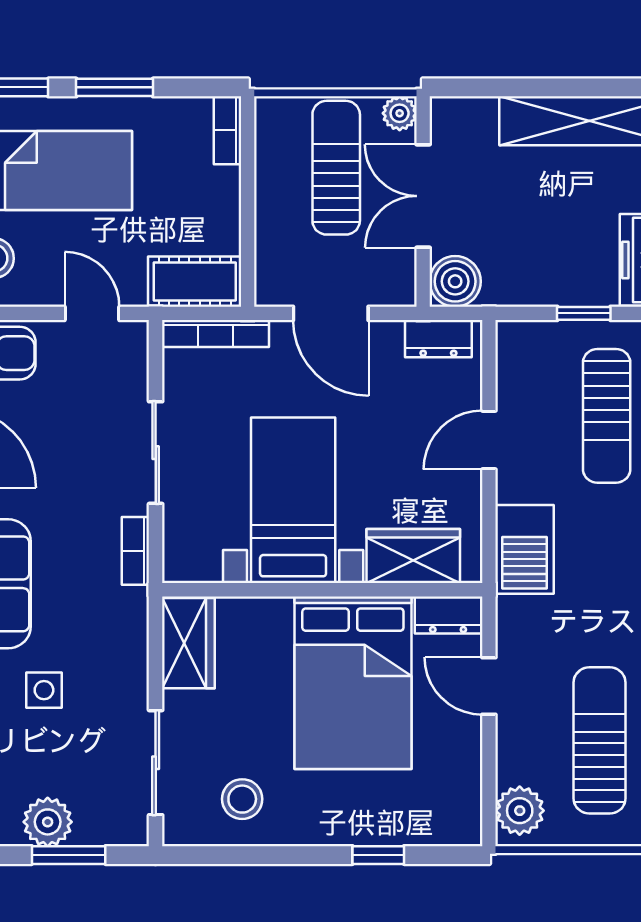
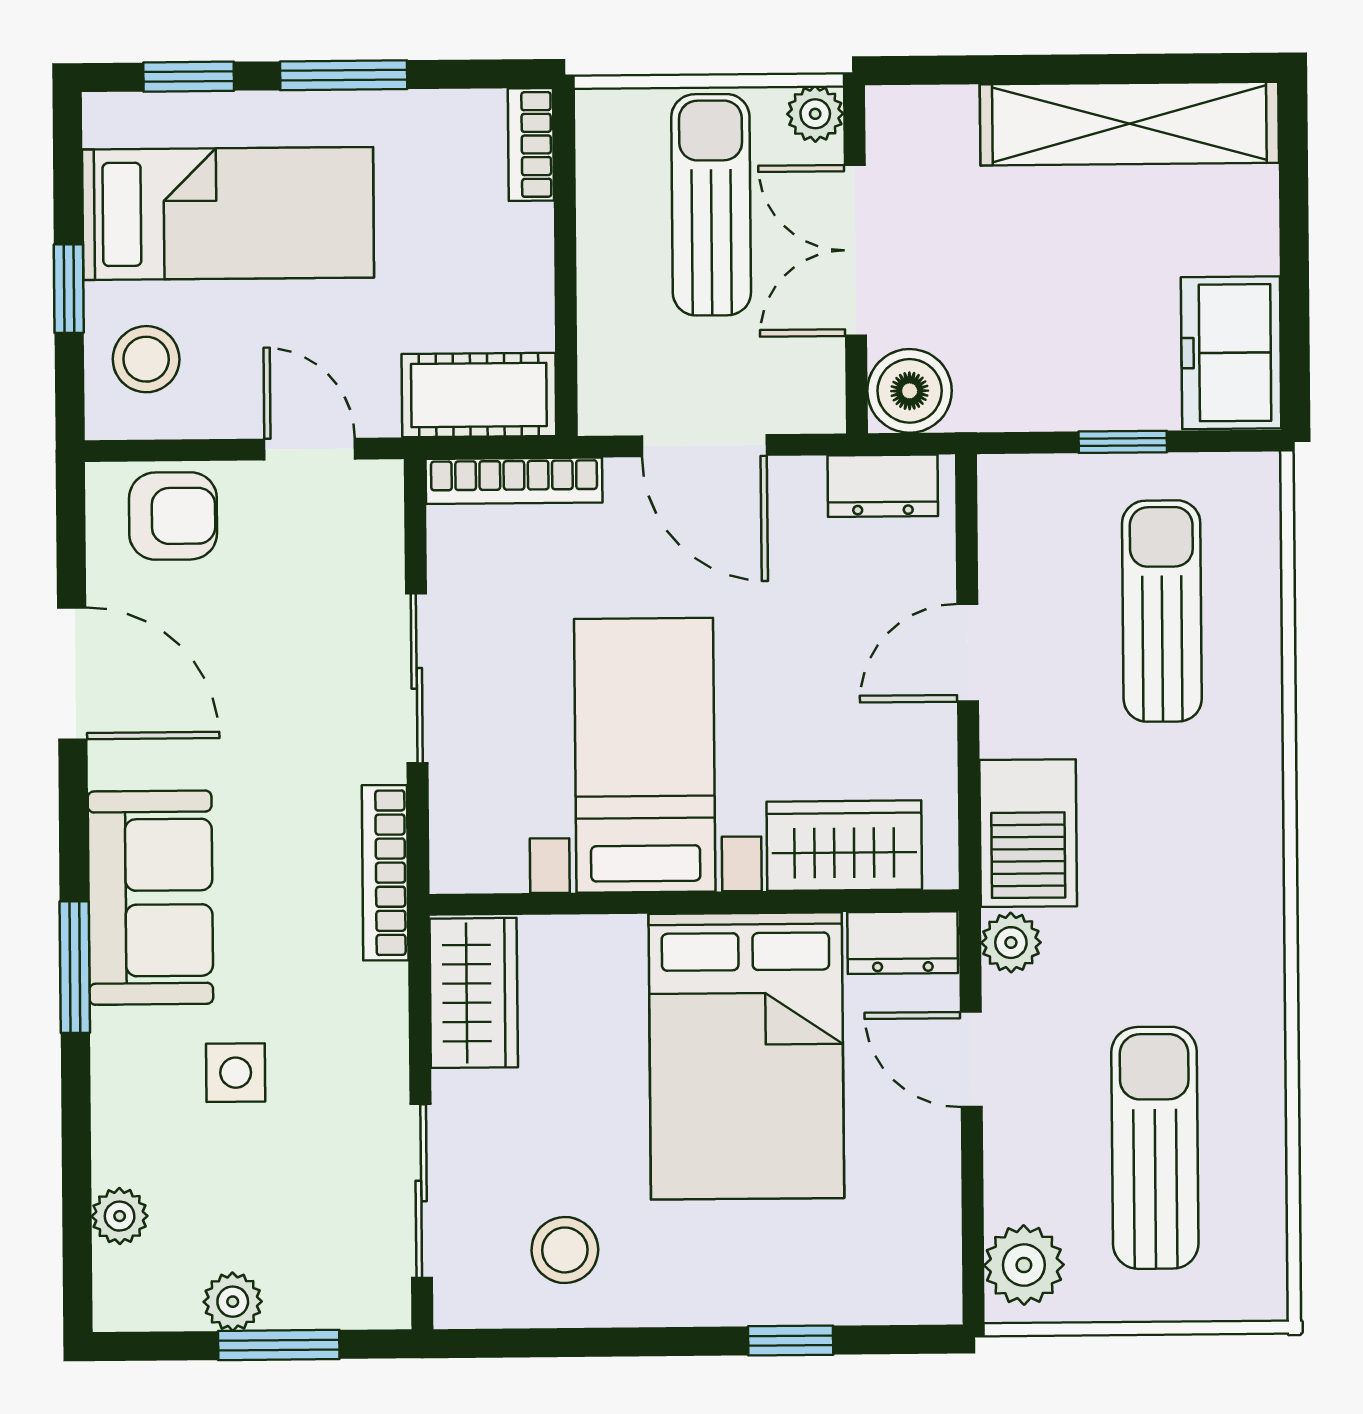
sun lounger: (607, 416) -> (1162, 611), turned 180
bookcase: (135, 551) -> (385, 873), width x1.56
plant: (514, 616) -> (1011, 943), added
plant: (48, 822) -> (233, 1302), width x0.73, depth x0.73

